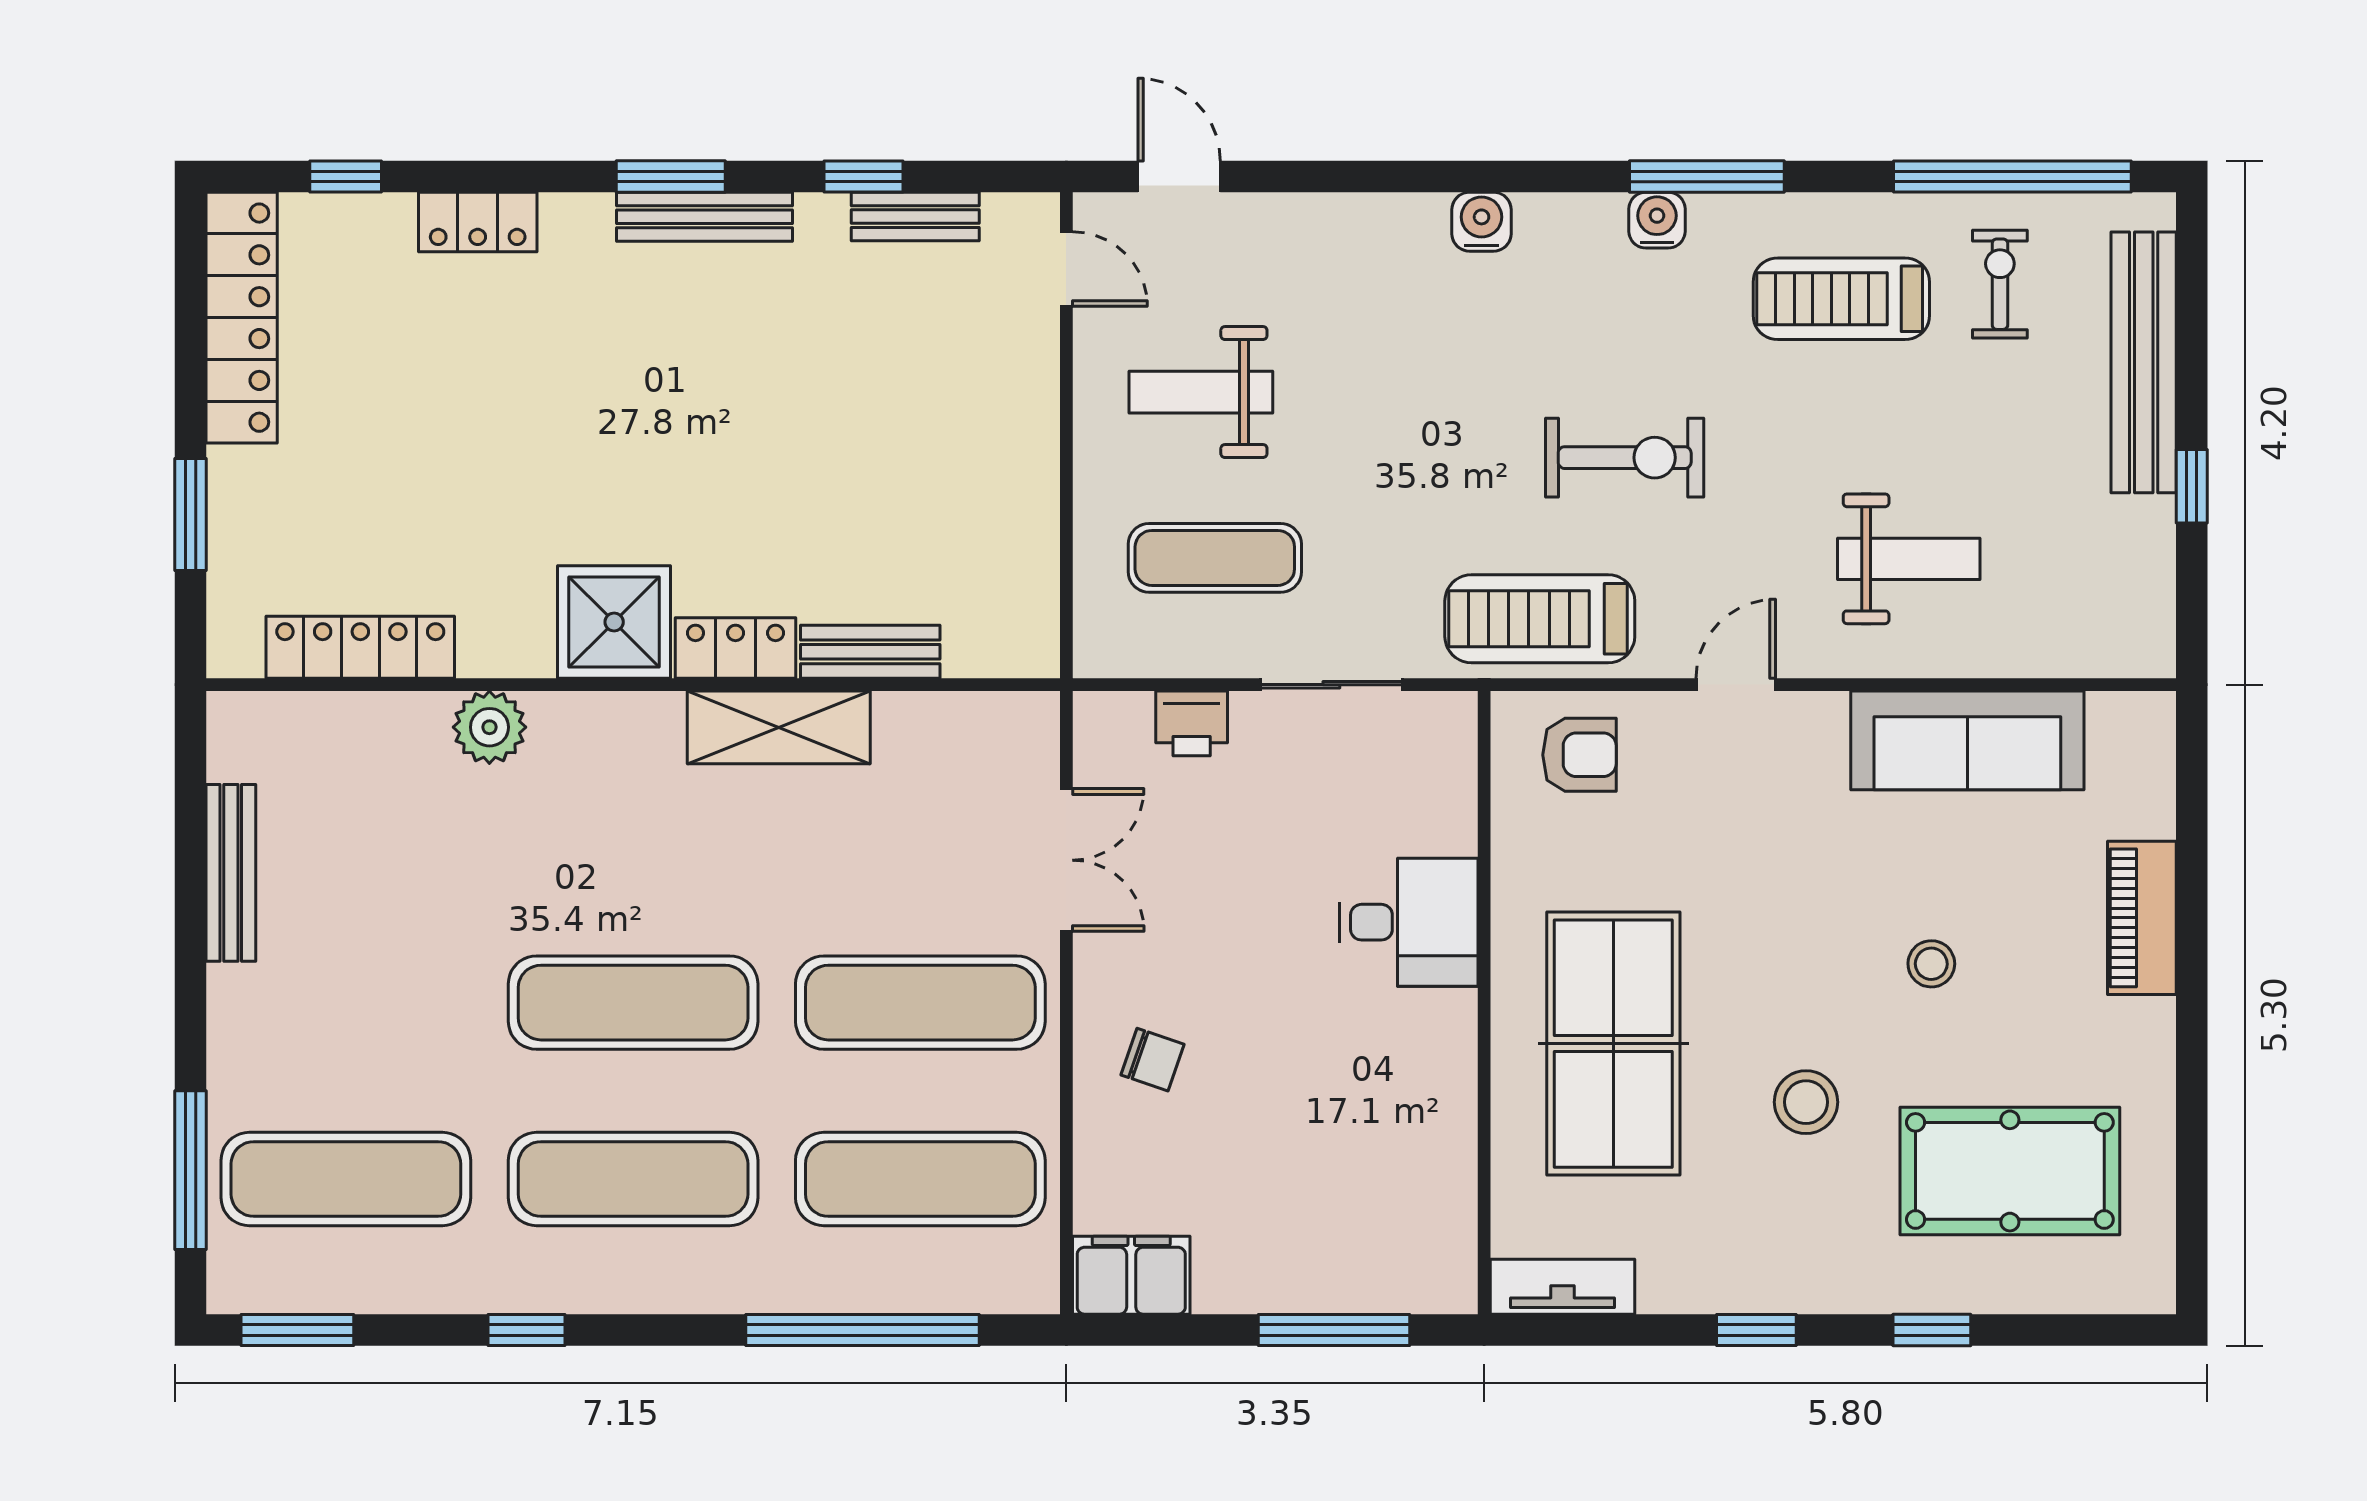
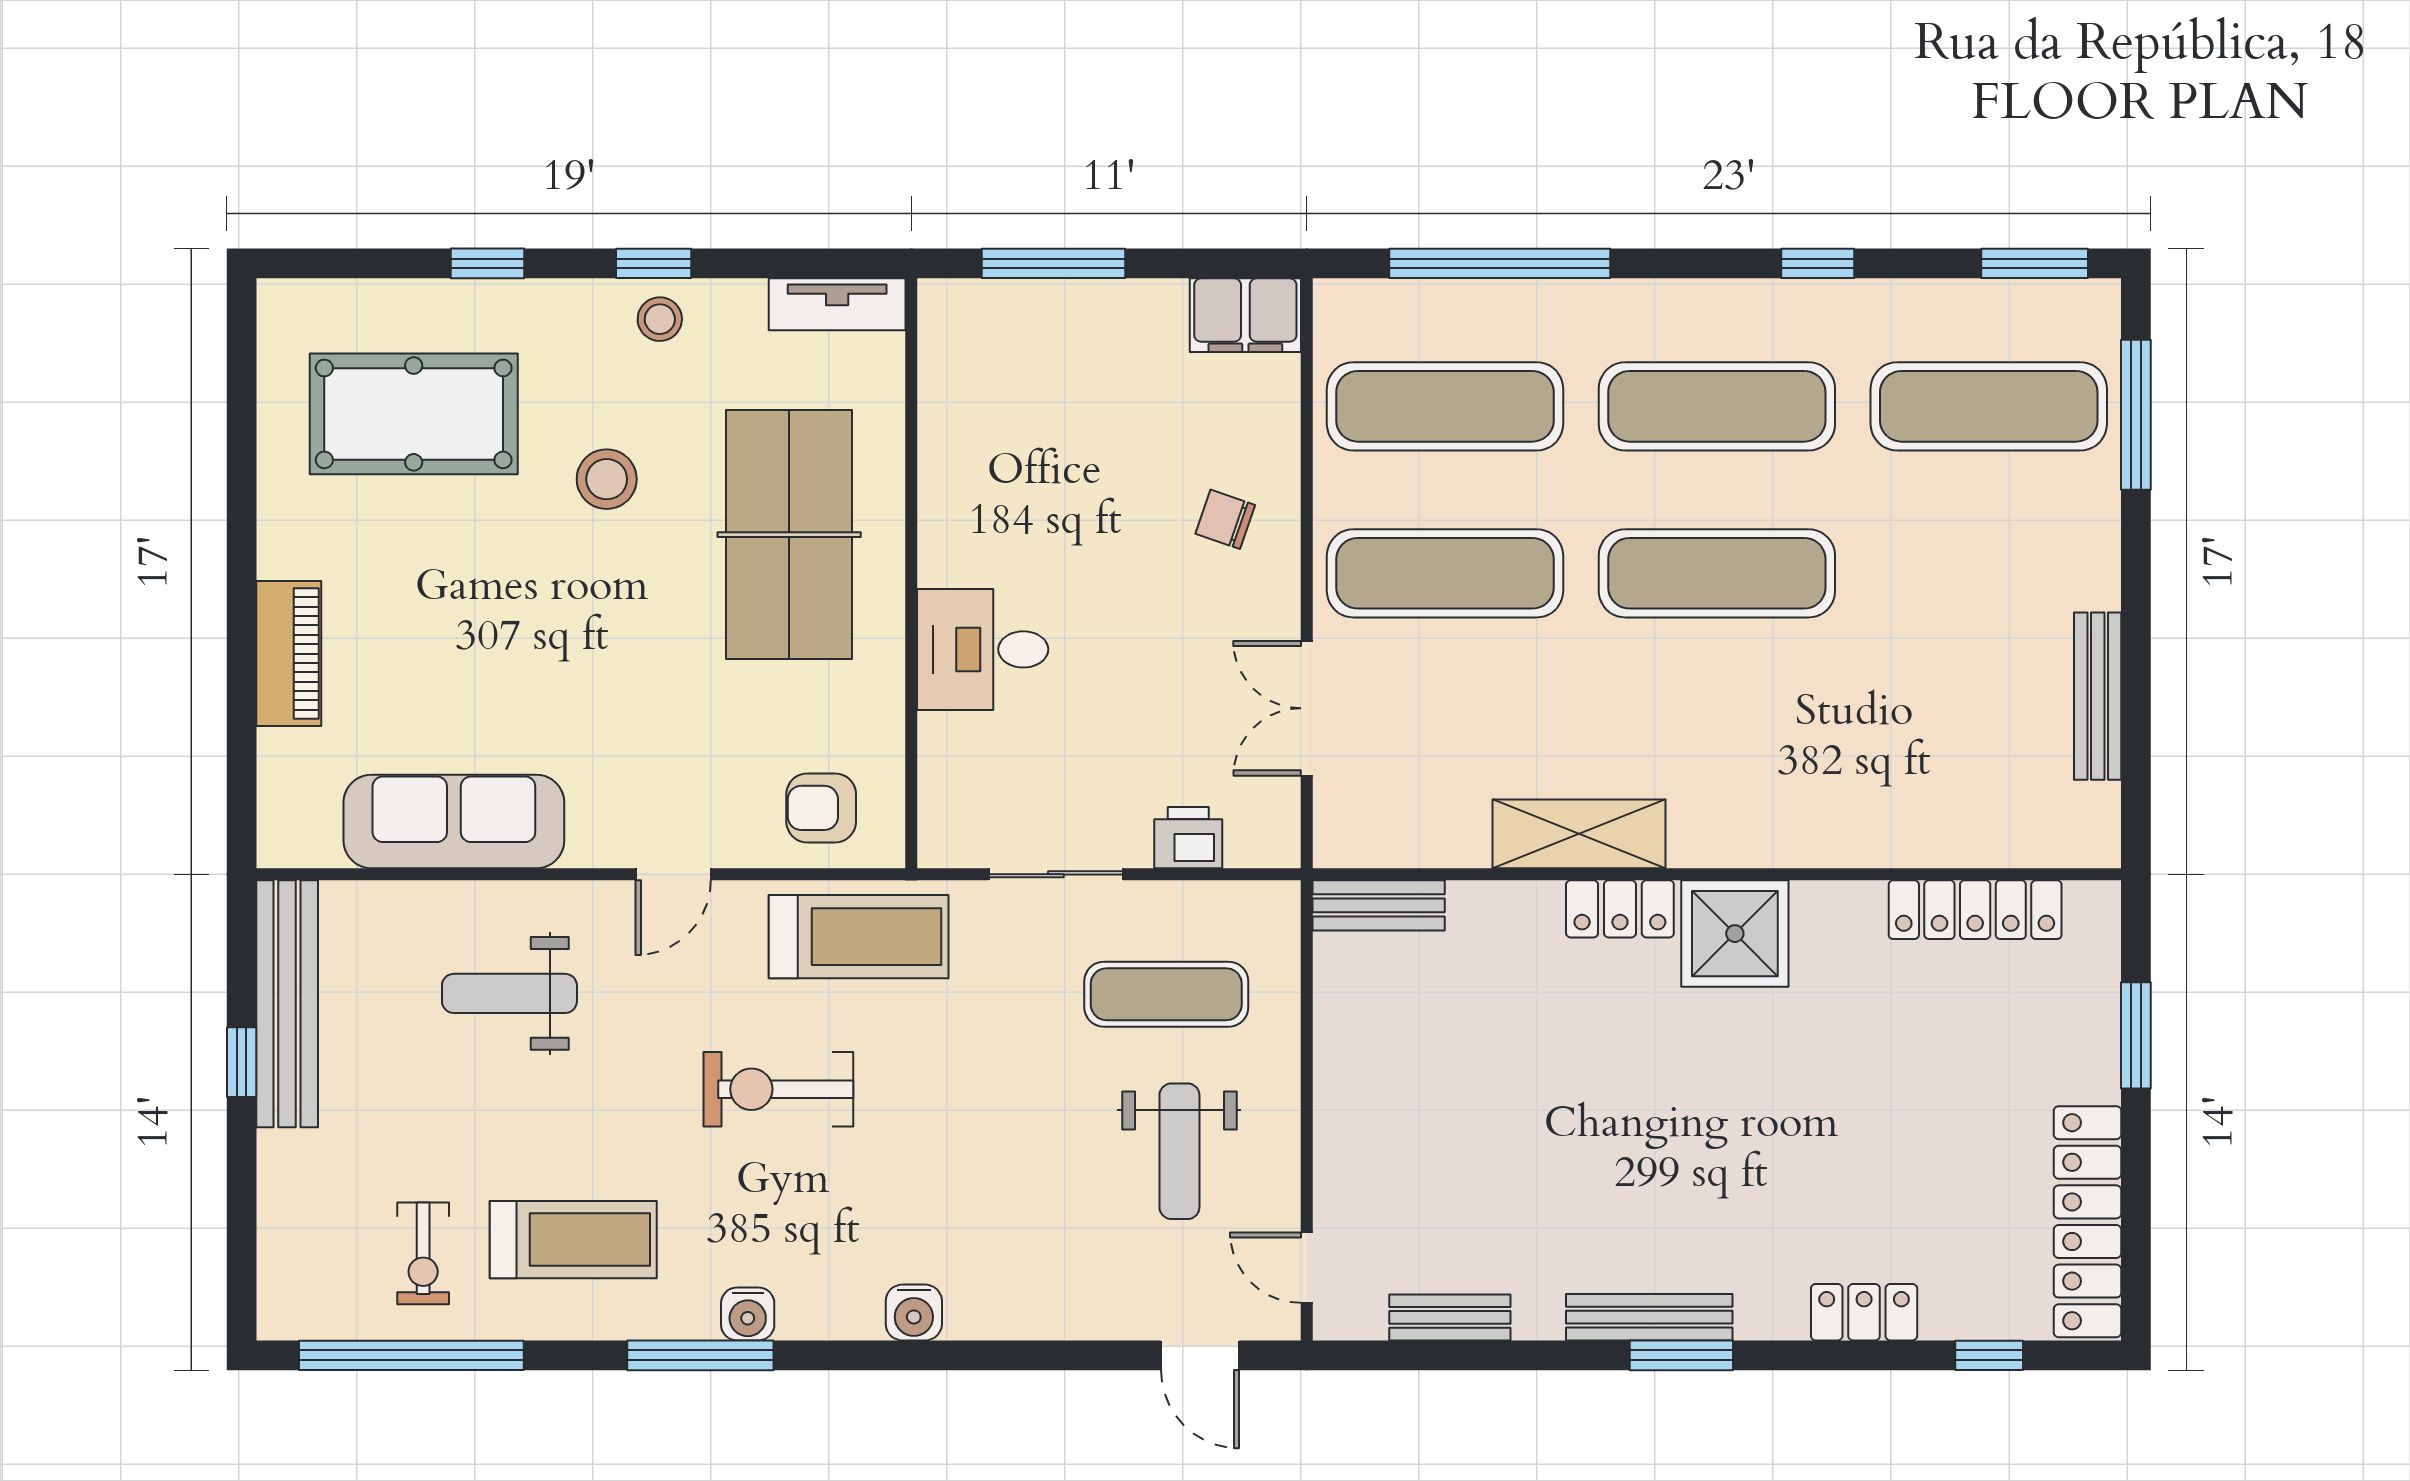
window: (863, 177) -> (1499, 1355), removed
bench: (2144, 362) -> (287, 1004), moved
weight bench: (1201, 392) -> (1179, 1151), turned 90
bench: (870, 652) -> (1379, 905), moved
plant: (489, 727) -> (1853, 834), removed
stool: (1931, 964) -> (660, 319), moved

